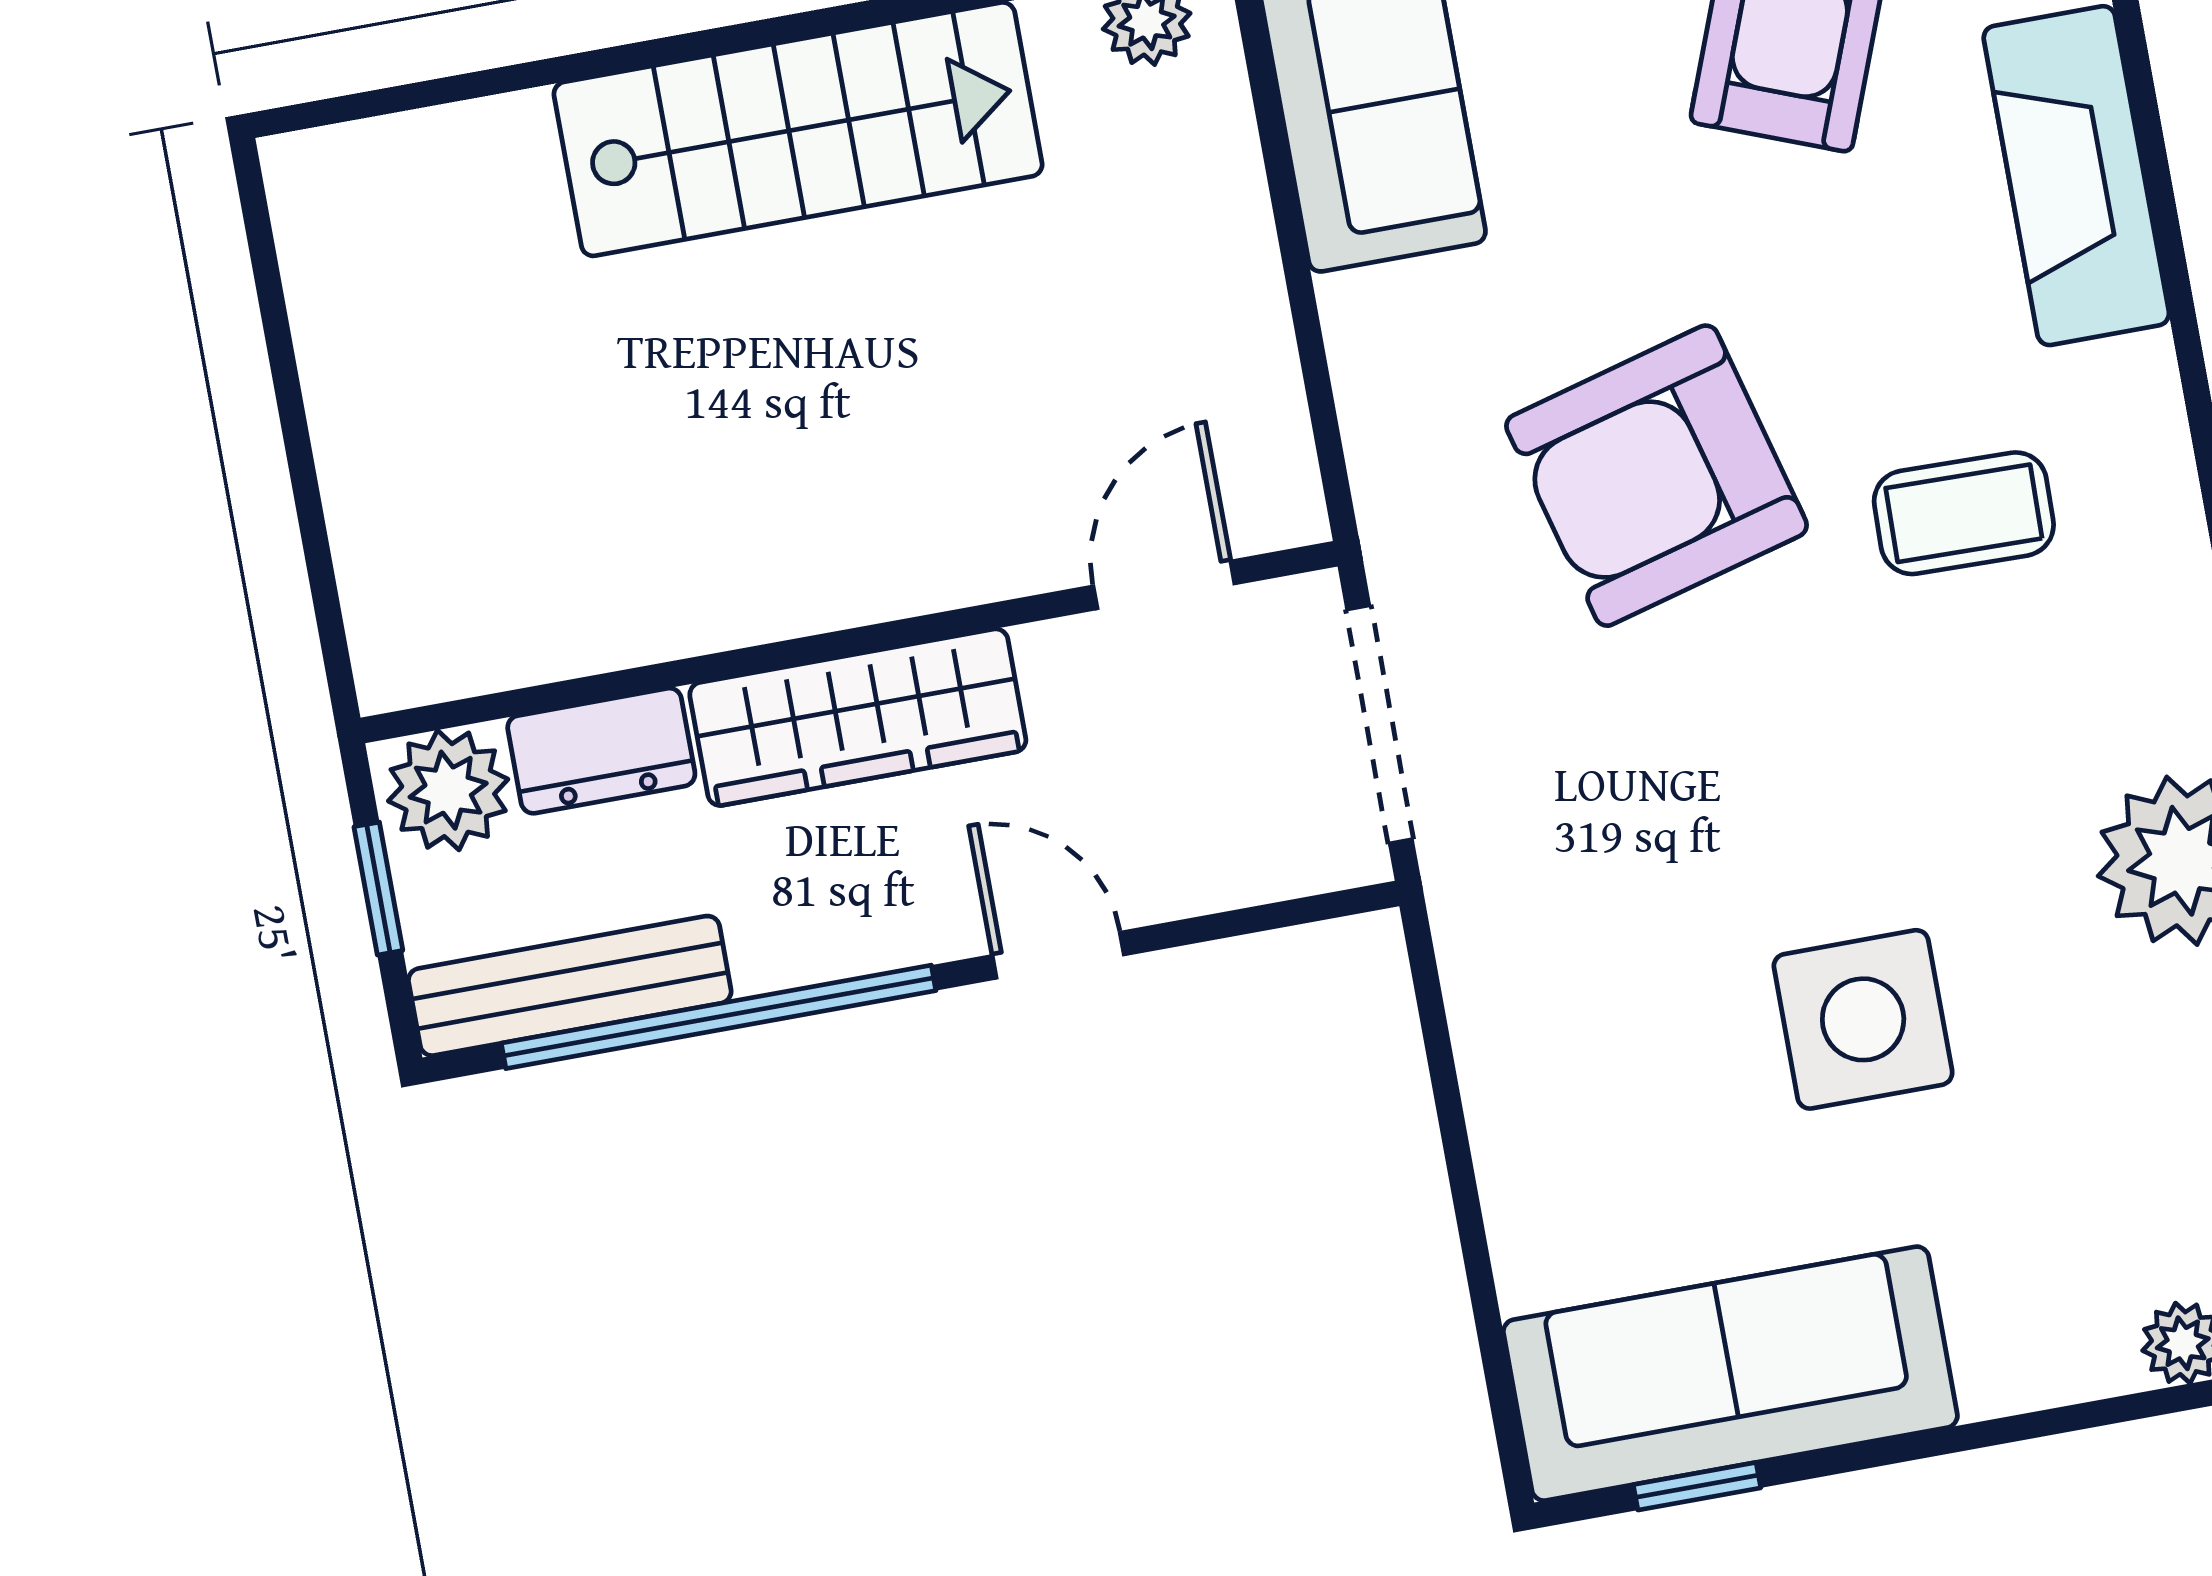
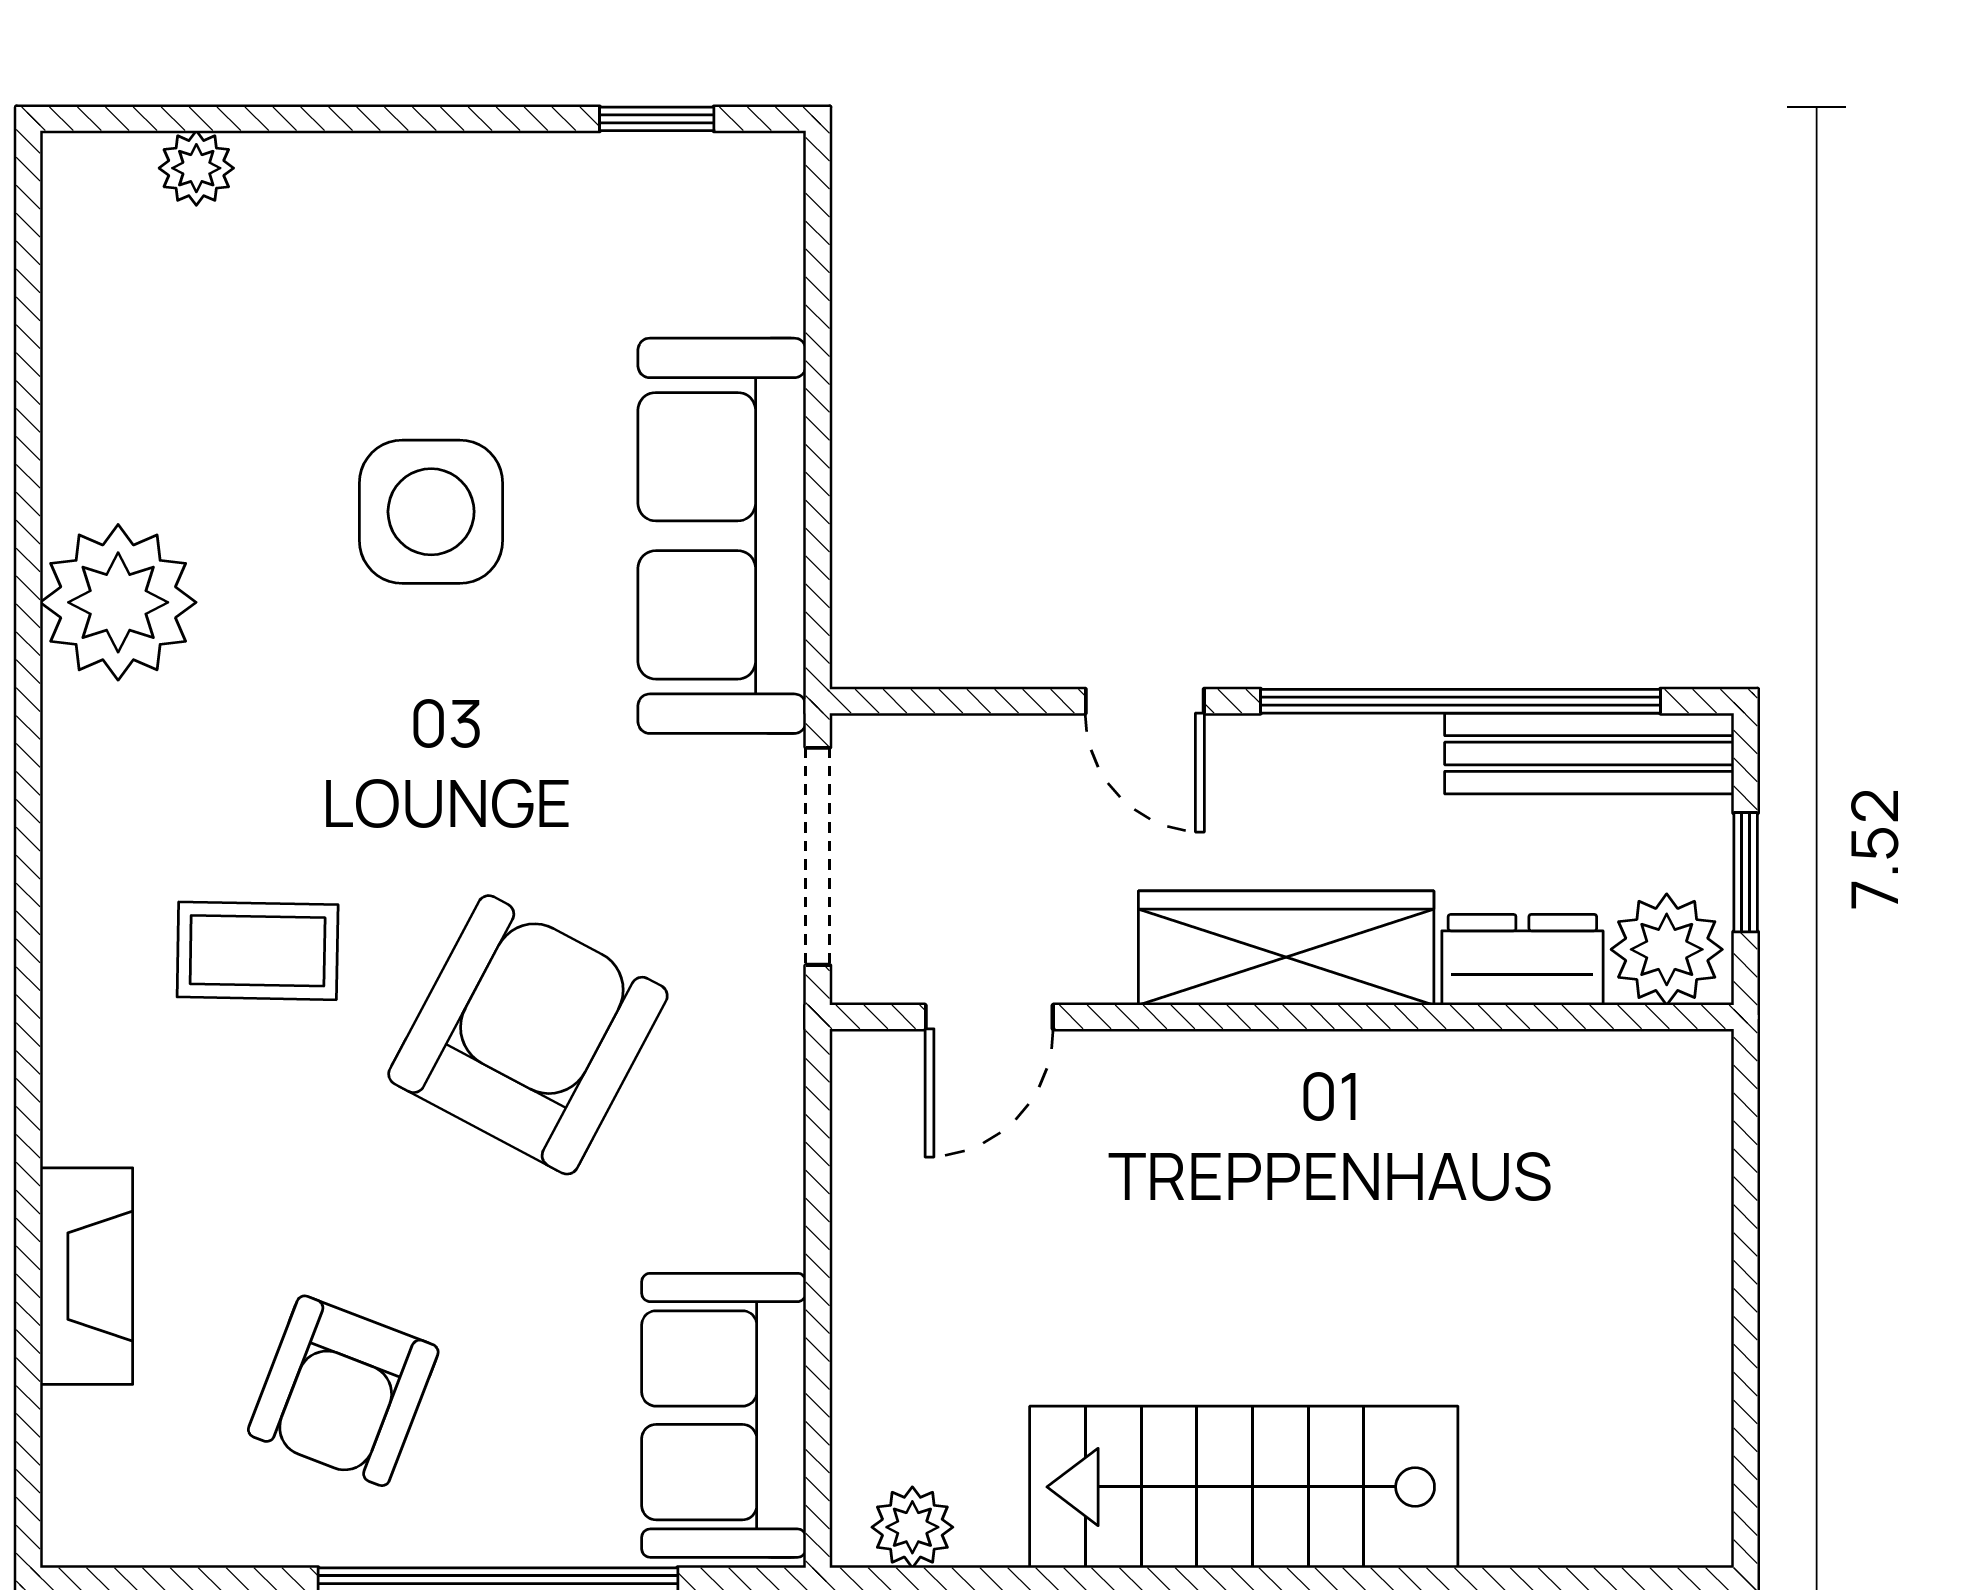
fireplace: (2076, 176) -> (86, 1276), width x0.73, depth x0.76
armchair: (1657, 476) -> (528, 1035), turned -47
sofa: (1730, 1374) -> (722, 536), moved, turned 90

